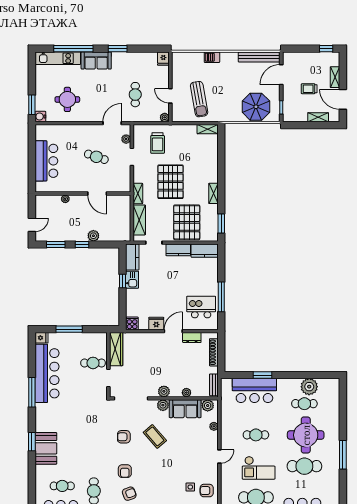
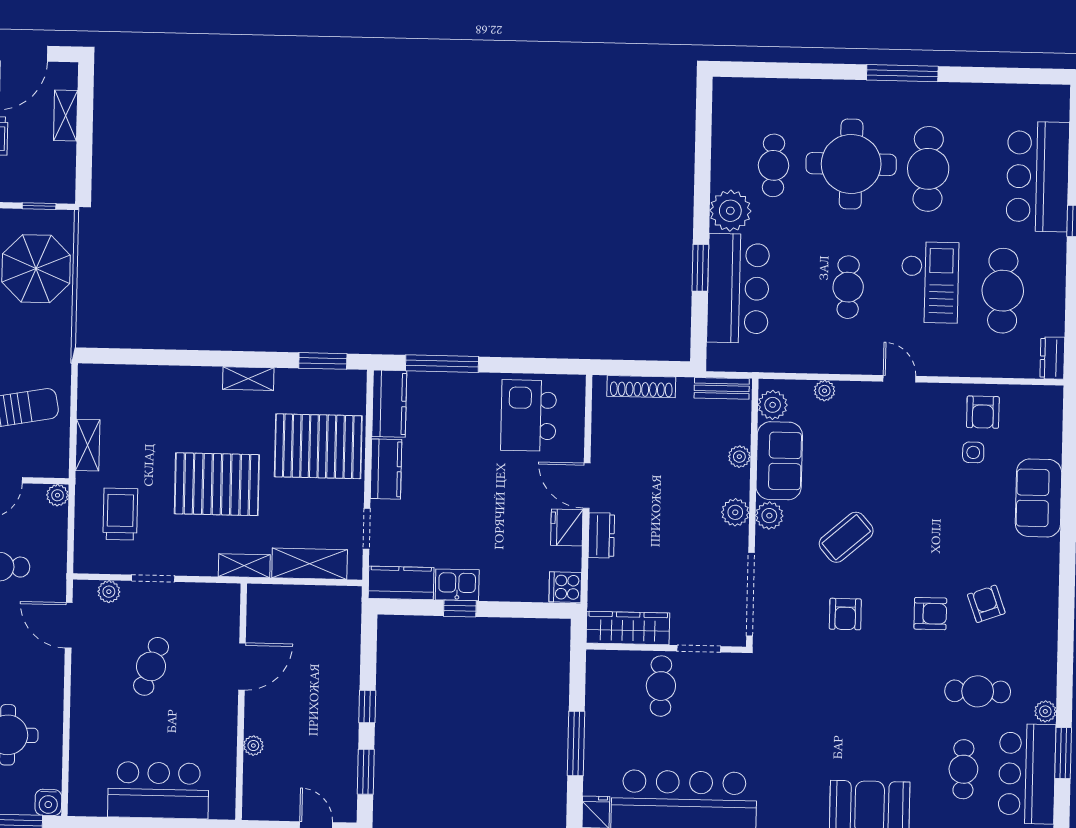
shelving: (208, 129) -> (88, 445), moved
trolley: (158, 143) -> (120, 514), turned -90
plant: (93, 236) -> (346, 678), removed
window: (221, 297) -> (442, 364), moved
dresser: (192, 338) -> (601, 535), moved
plant: (309, 387) -> (730, 211), moved

